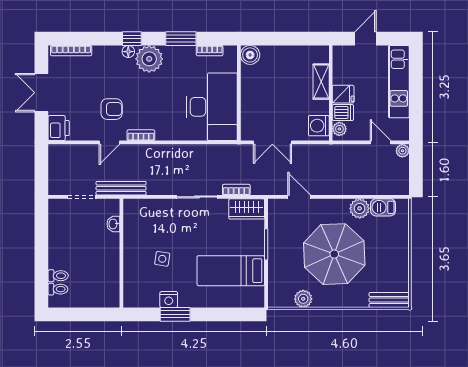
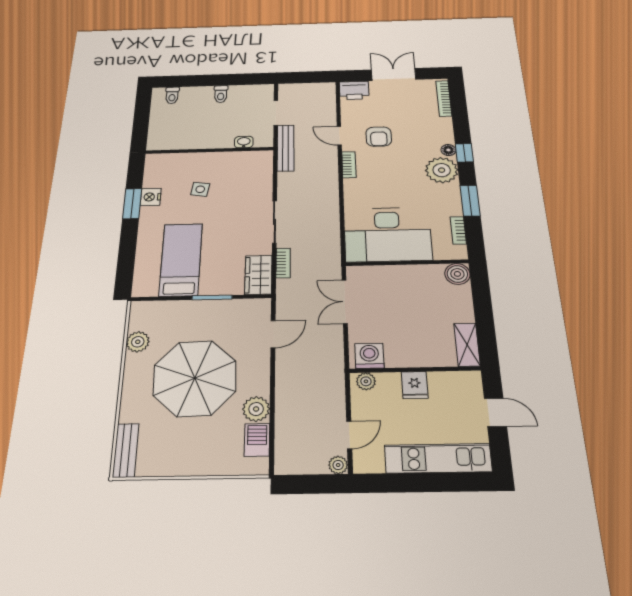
shelving: (321, 82) -> (467, 345), moved, turned 90
dishwasher: (343, 113) -> (389, 385), removed
toilet: (58, 276) -> (221, 94), moved

